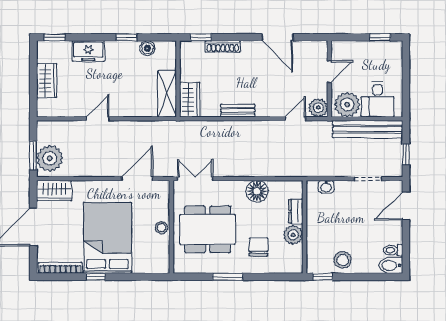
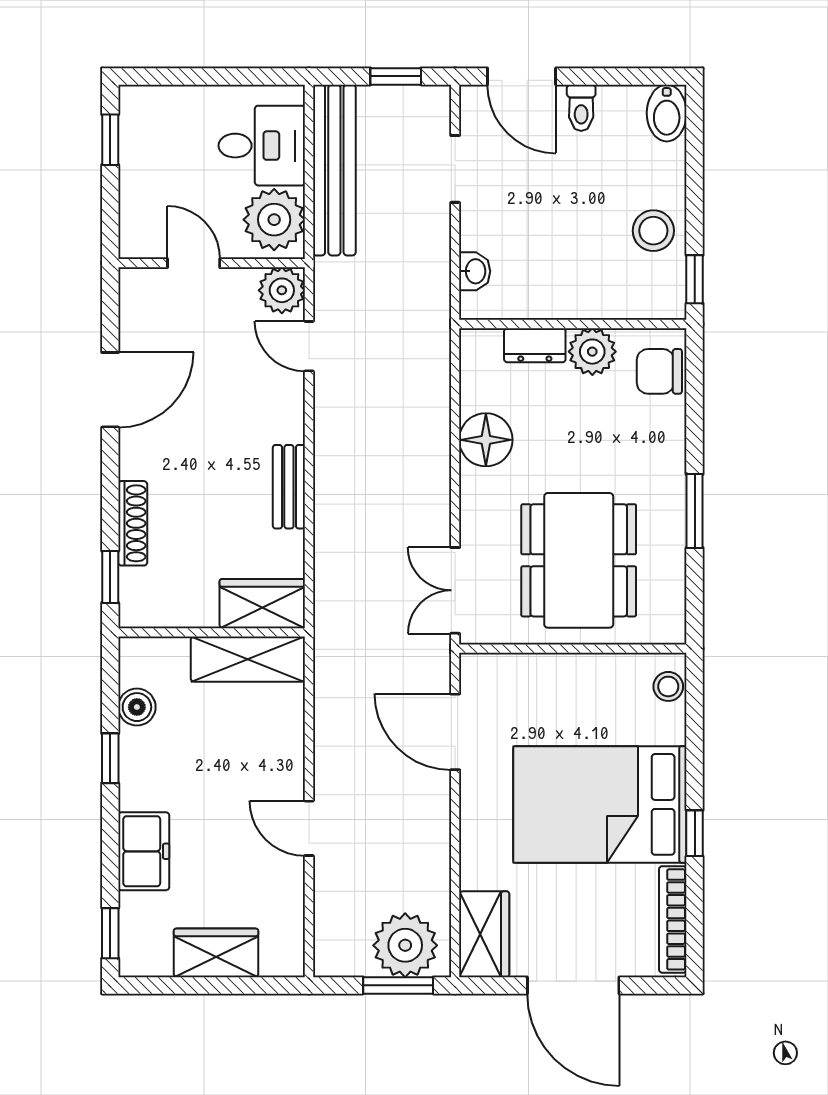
stool: (161, 228) -> (668, 686), moved
chair: (258, 247) -> (659, 371), moved
toilet: (393, 250) -> (581, 108), moved

